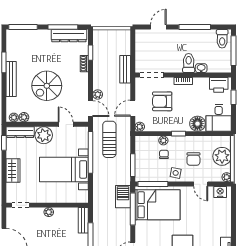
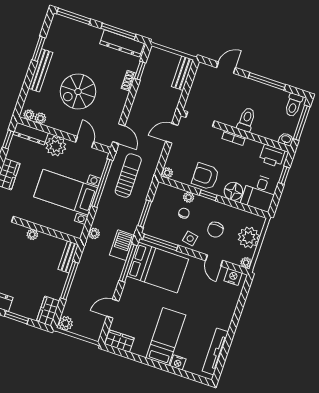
washbasin: (201, 68) -> (286, 139), moved
bench: (125, 69) -> (182, 73), moved
plant: (98, 94) -> (94, 233), moved
armchair: (162, 101) -> (205, 176), moved
door: (133, 108) -> (172, 133), moved

